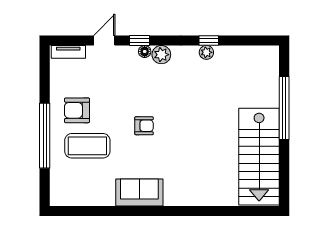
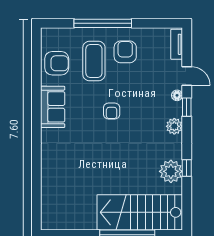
floor lamp: (145, 51) -> (177, 95), moved
plant: (206, 52) -> (171, 171), width x1.88, depth x1.88
stairs: (259, 157) -> (140, 212), moved
armchair: (90, 188) -> (57, 63), added

